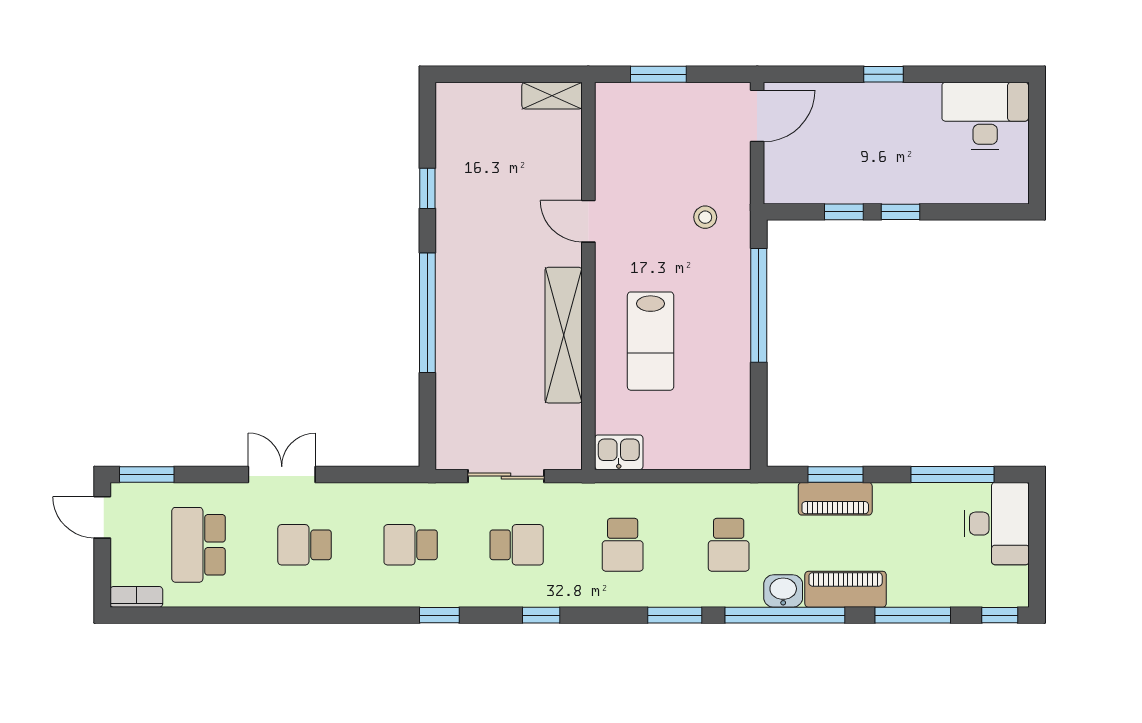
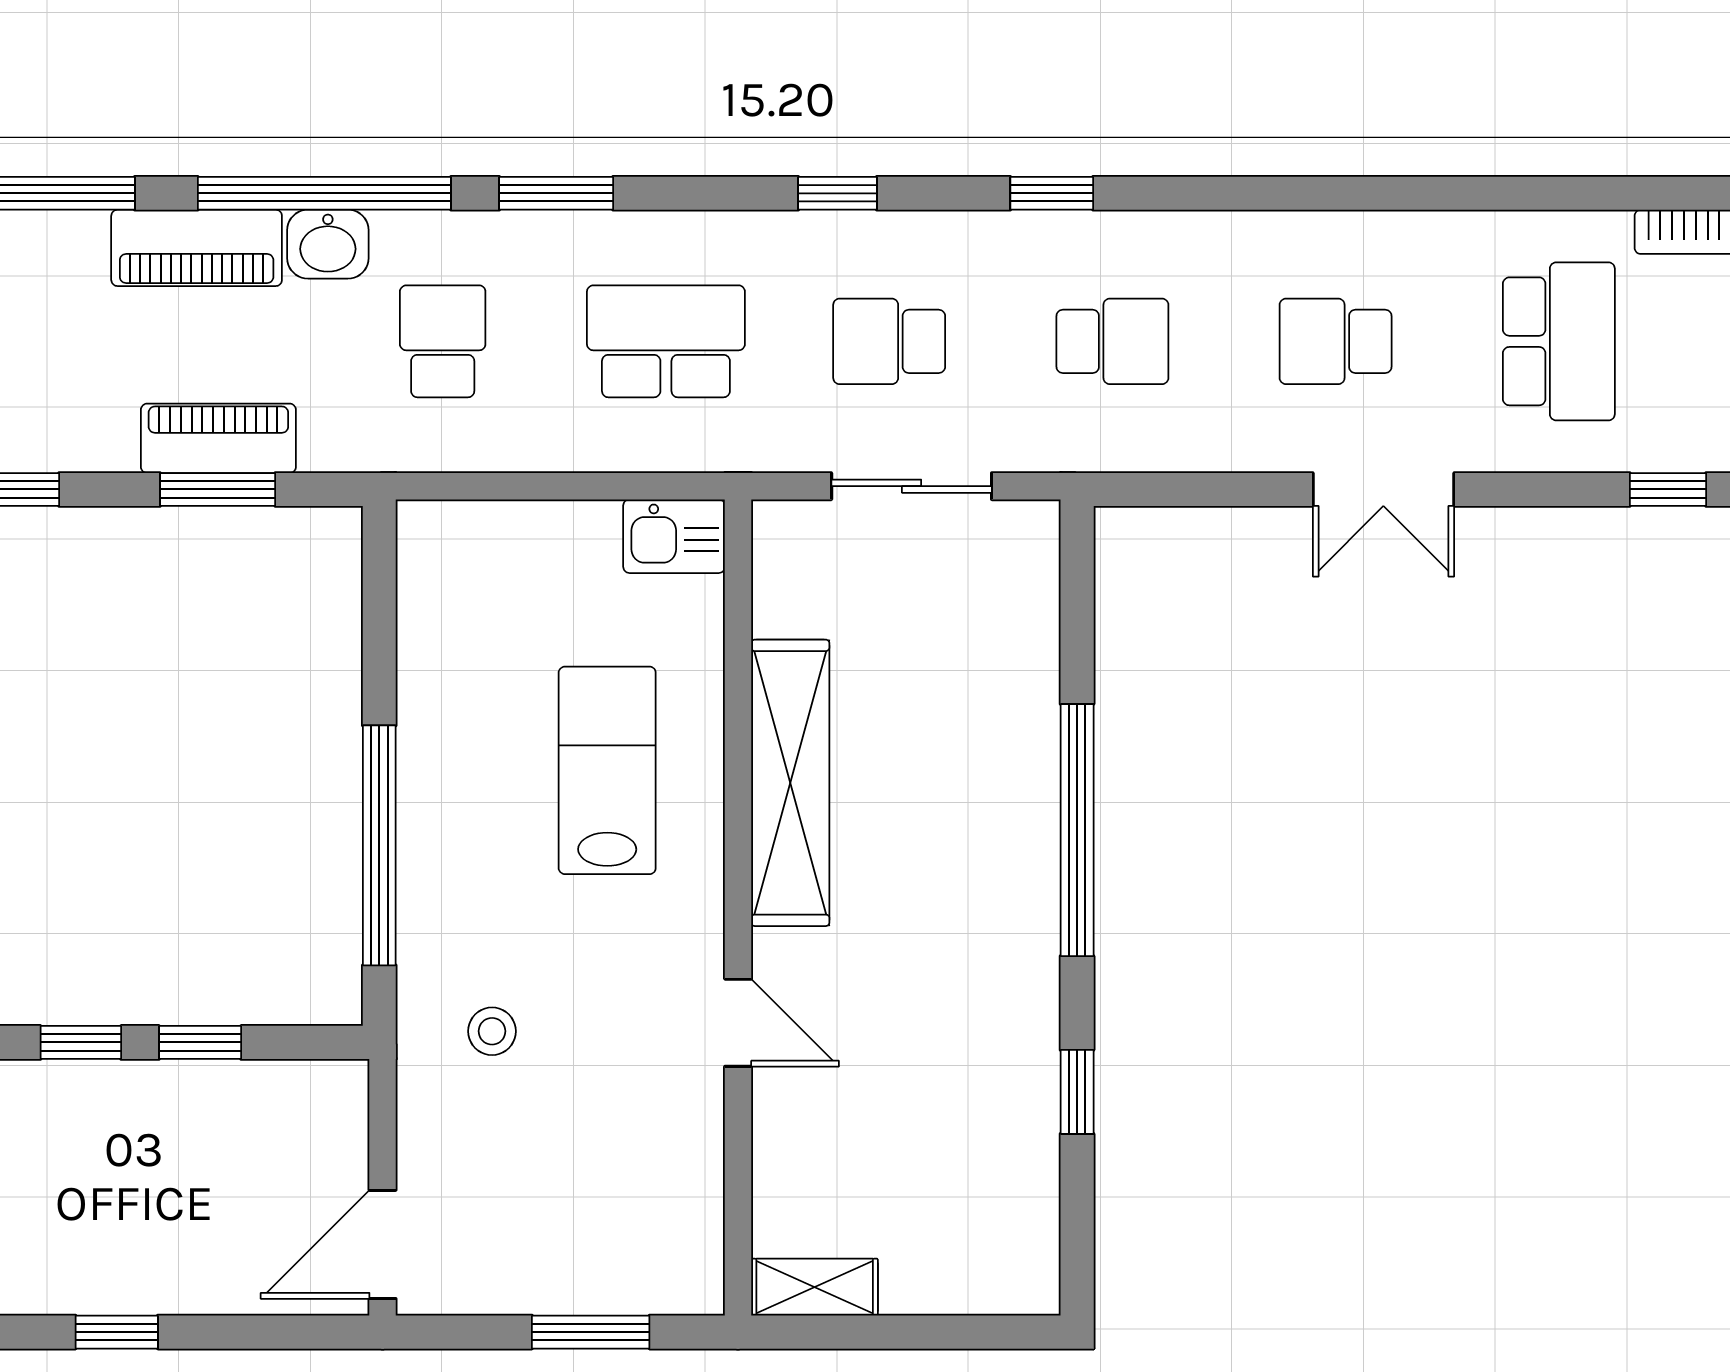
window: (147, 474) -> (1668, 489), width x0.67
school desk: (305, 545) -> (1336, 341), turned 180
school desk: (623, 545) -> (666, 341), width x1.85

